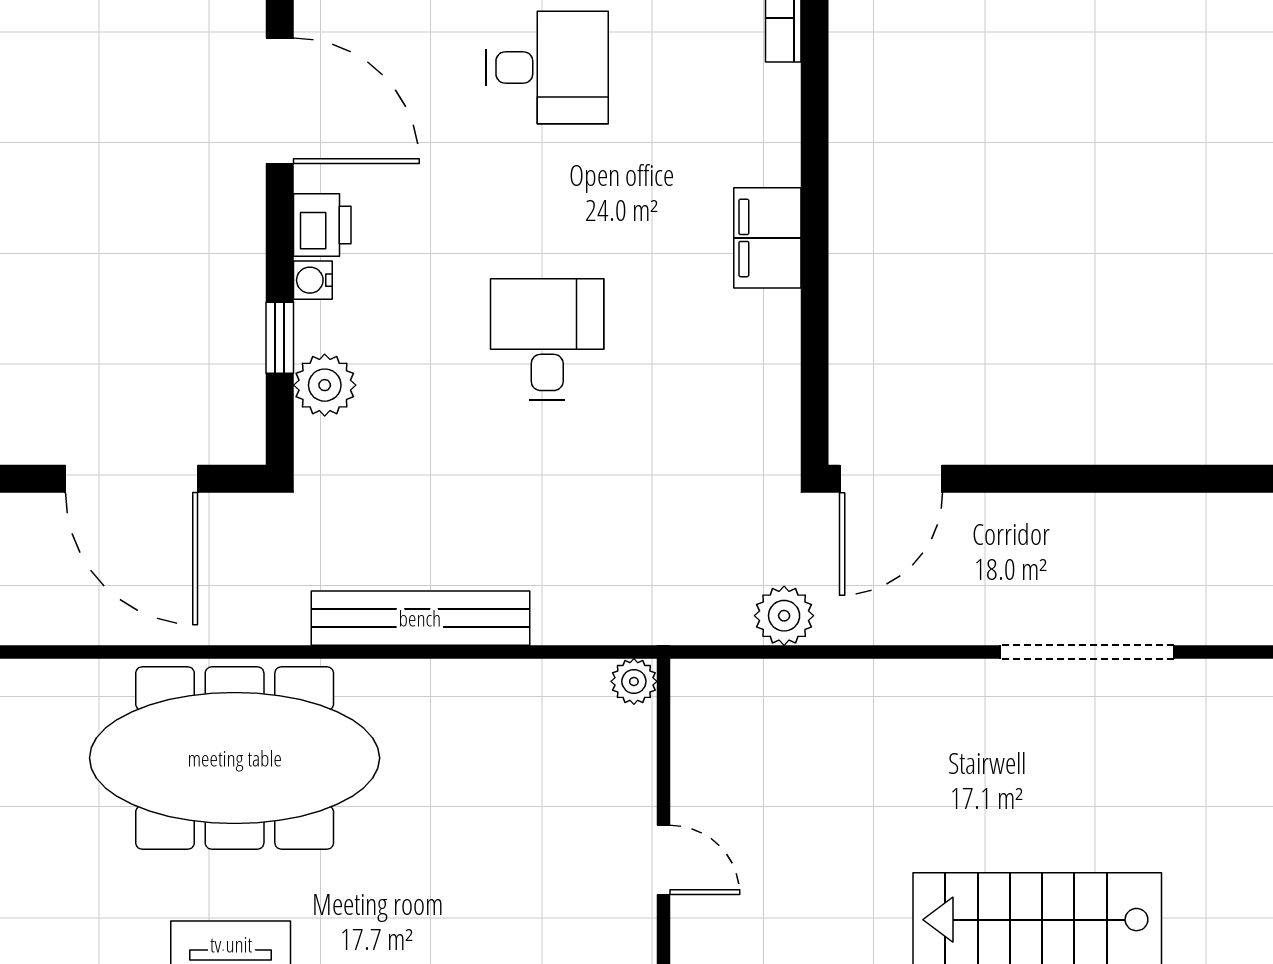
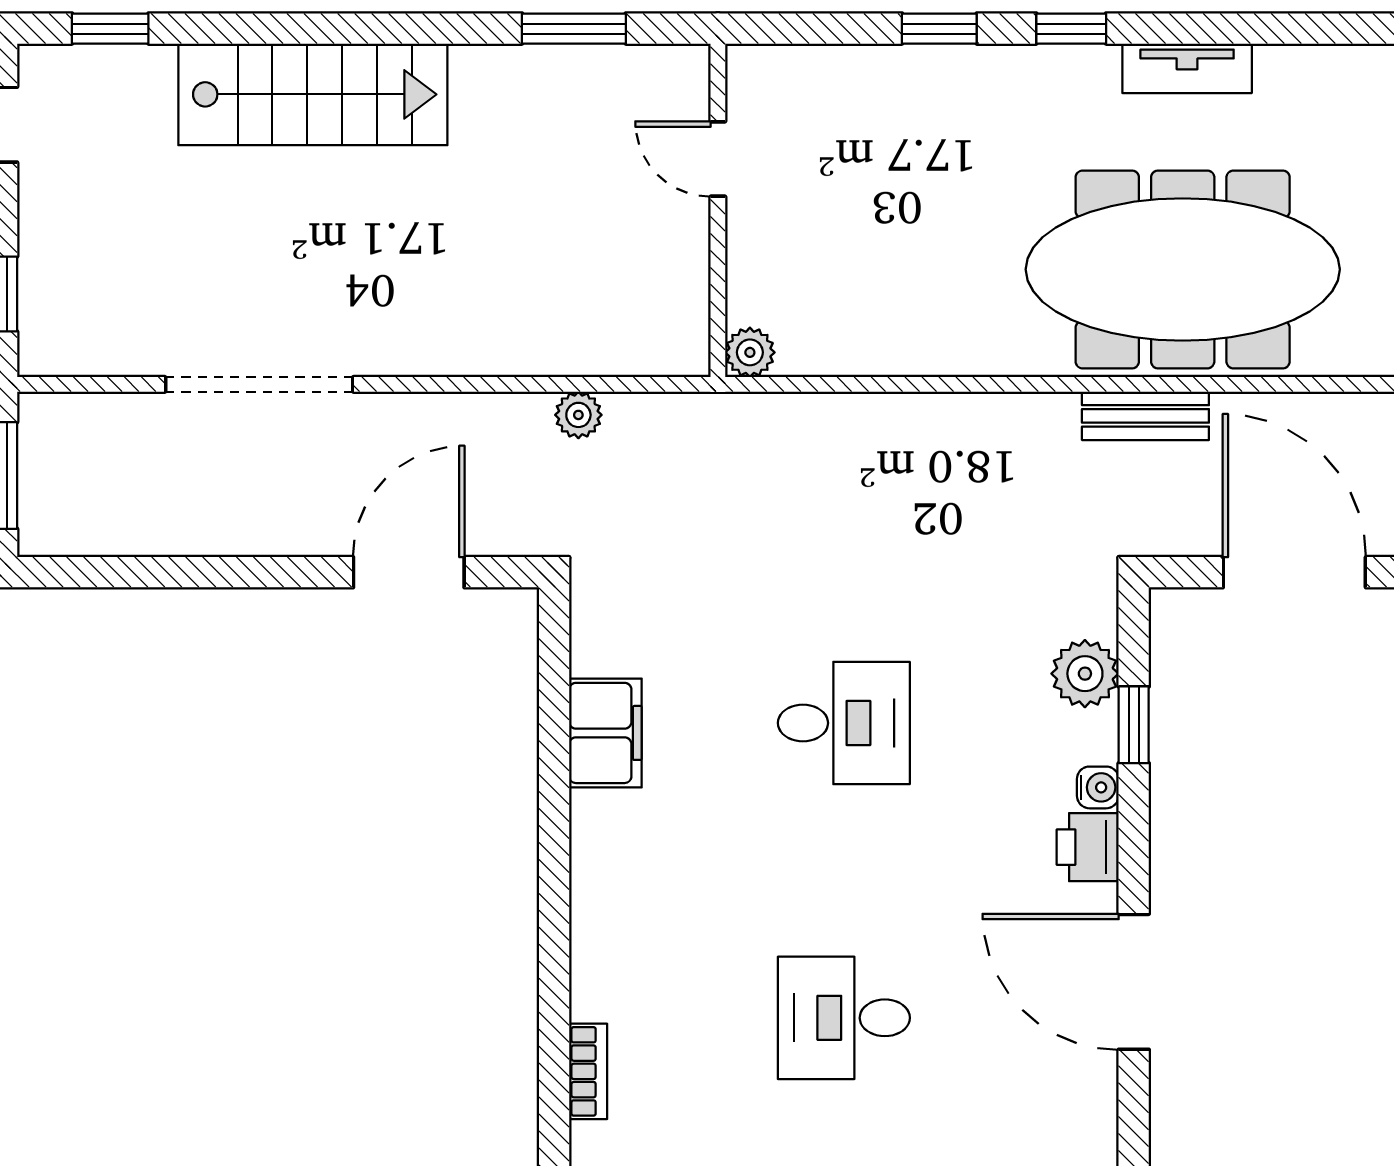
filing cabinet: (767, 238) -> (605, 733), moved
desk: (547, 340) -> (844, 723), turned -90
door: (891, 479) -> (409, 572), moved
plant: (784, 616) -> (578, 415), width x0.73, depth x0.73
bench: (420, 618) -> (1145, 416), moved, width x0.54, depth x0.82

